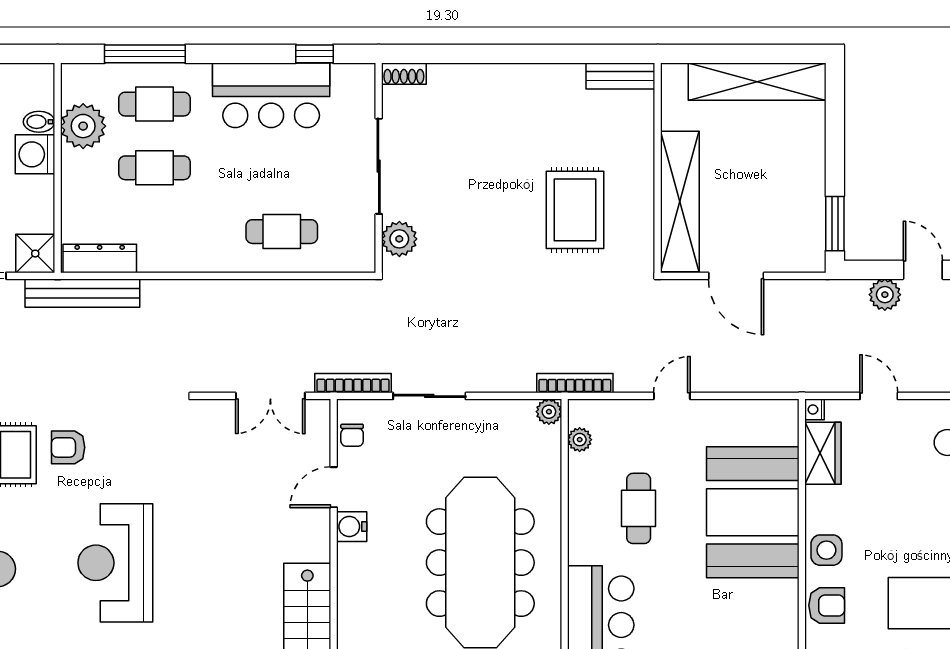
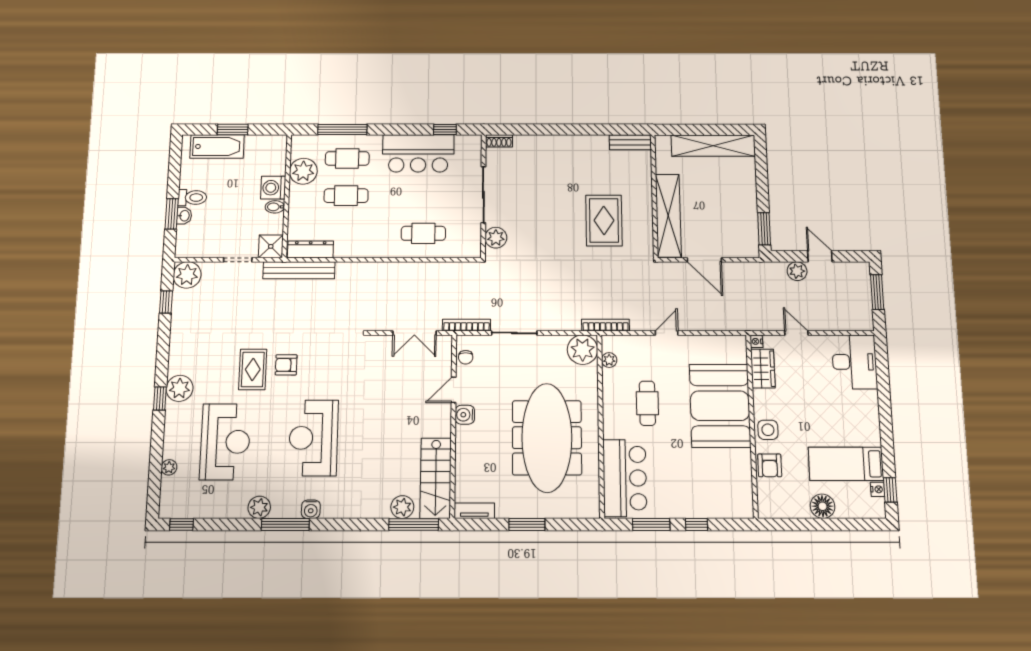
bidet: (39, 122) -> (275, 207), moved
plant: (549, 412) -> (583, 350), width x1.88, depth x1.88
armchair: (827, 605) -> (770, 465), turned 90

